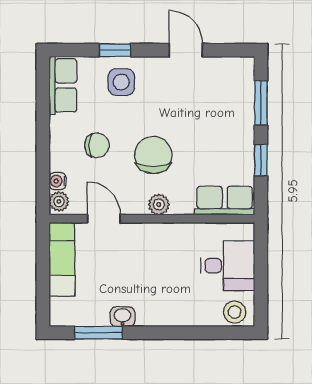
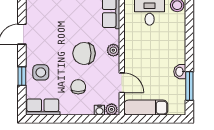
door: (104, 219) -> (122, 83), swing flipped

